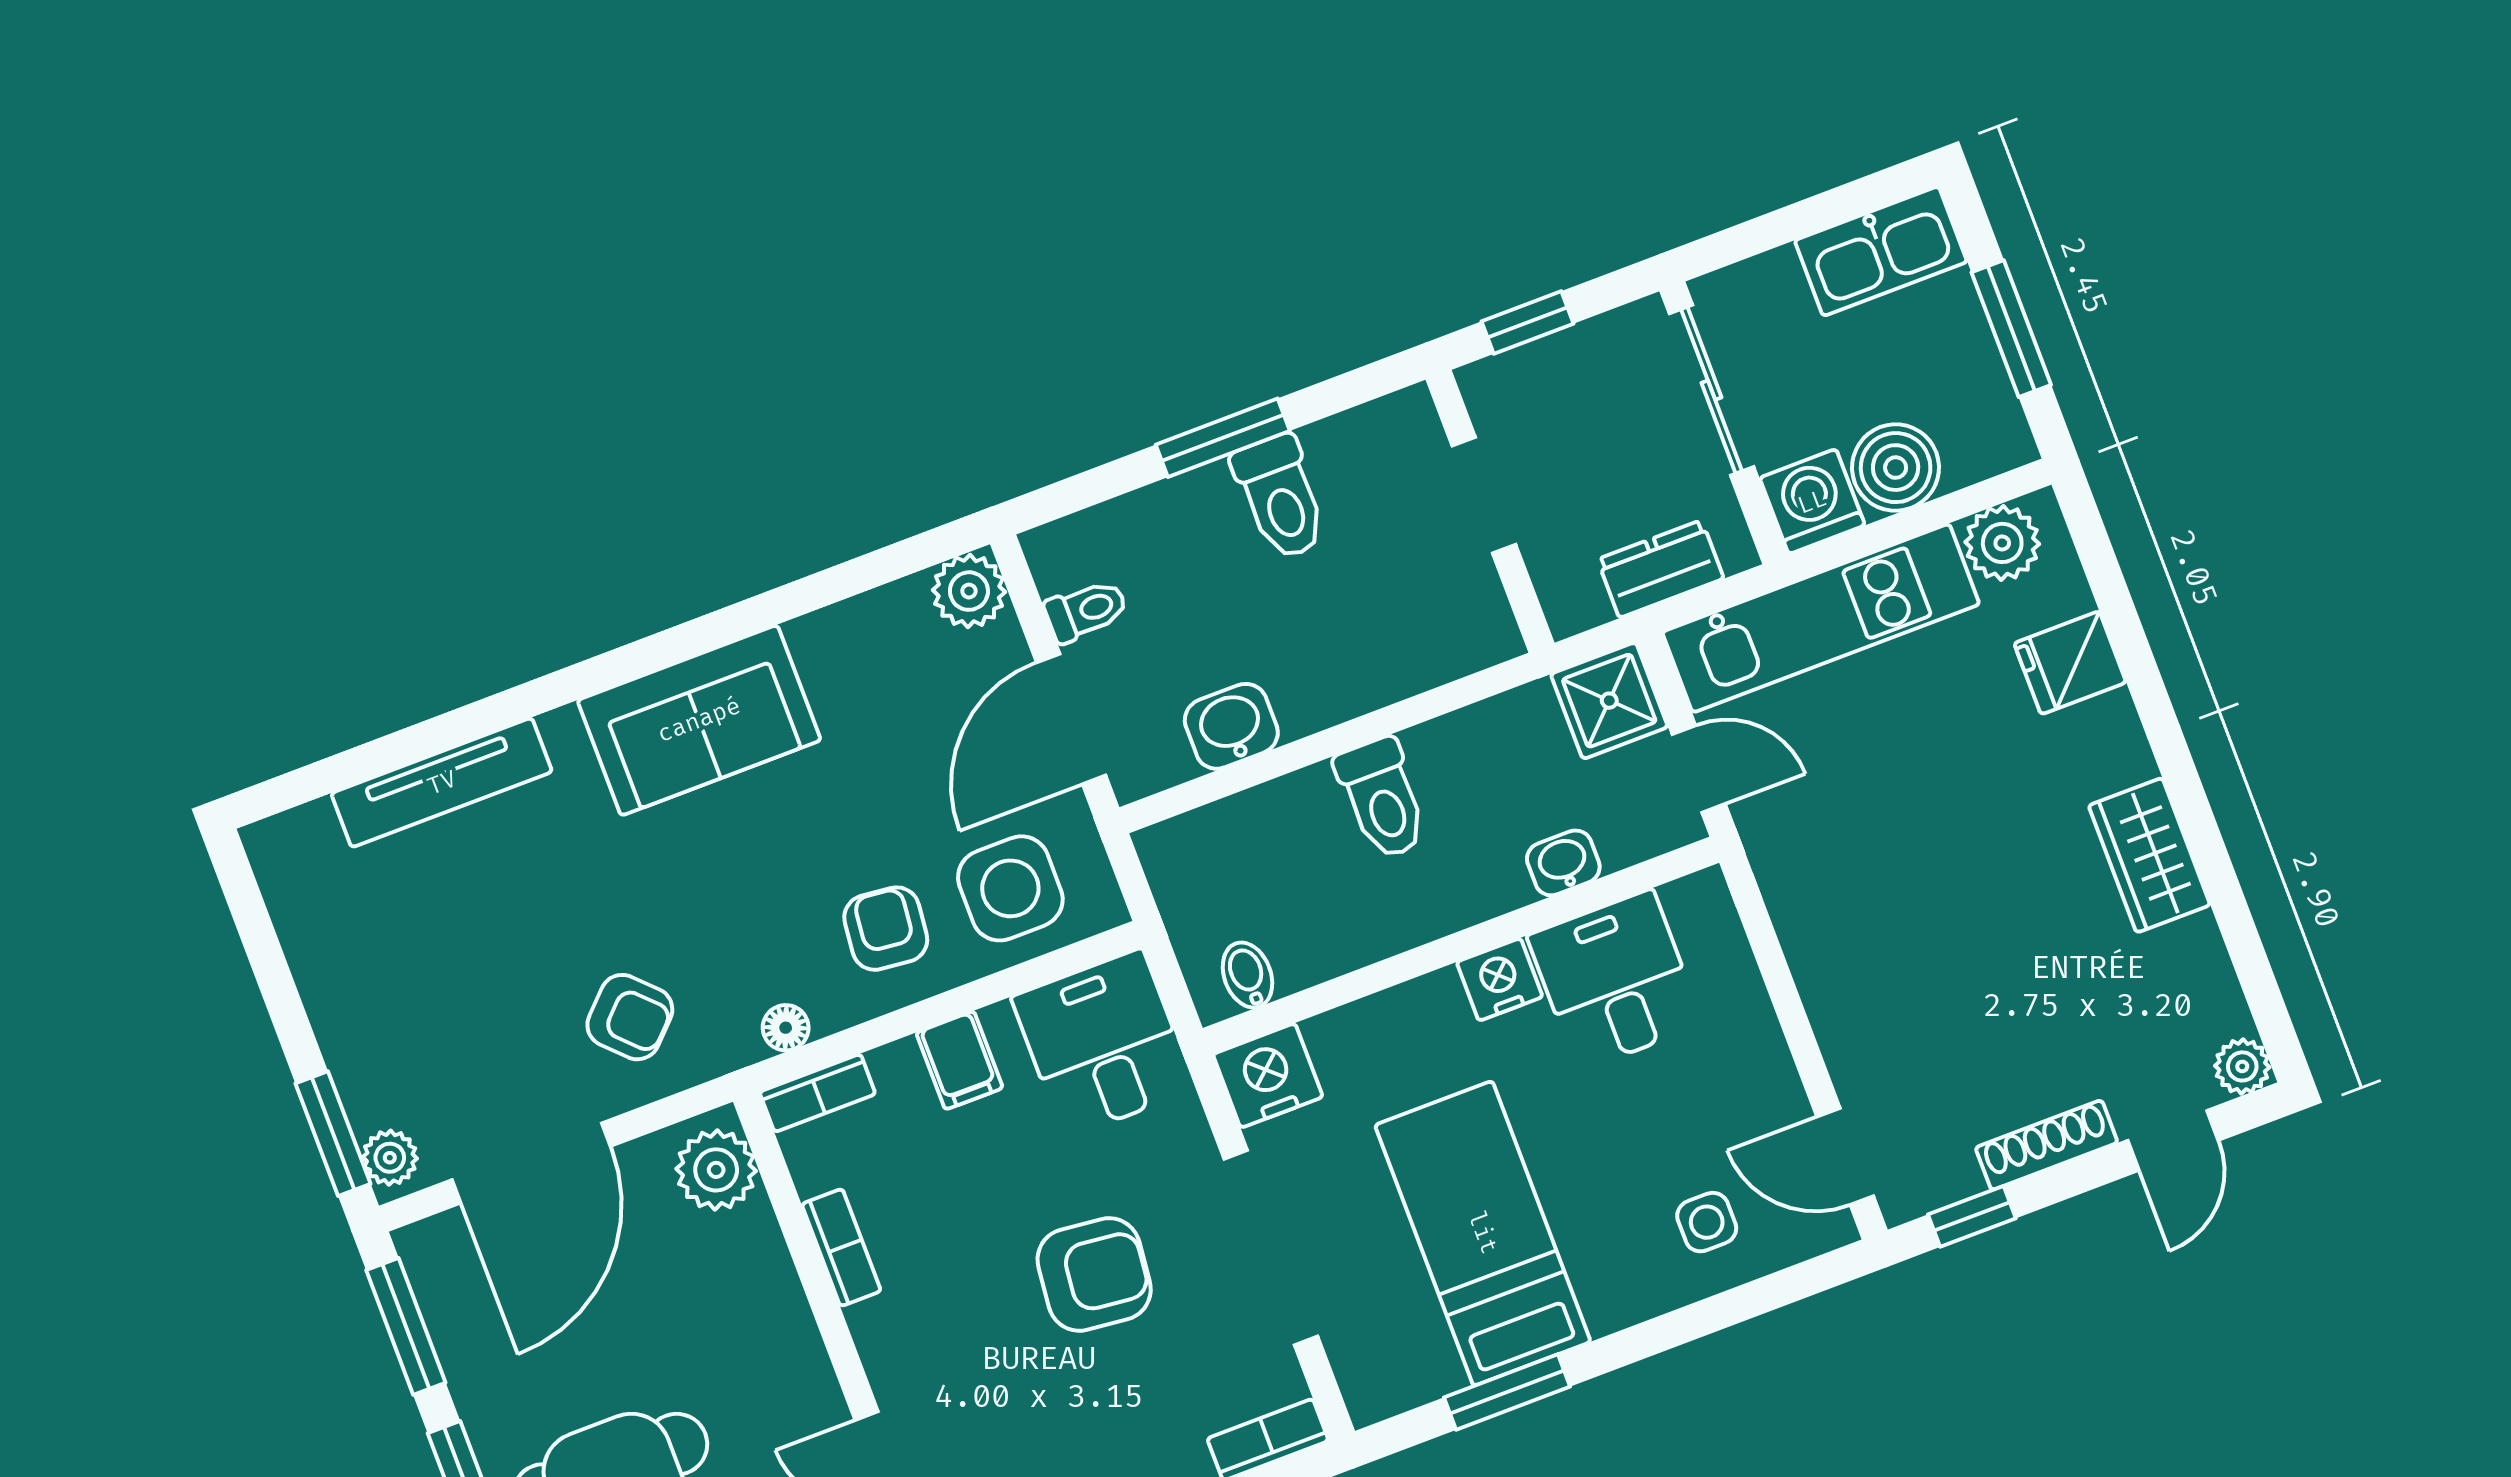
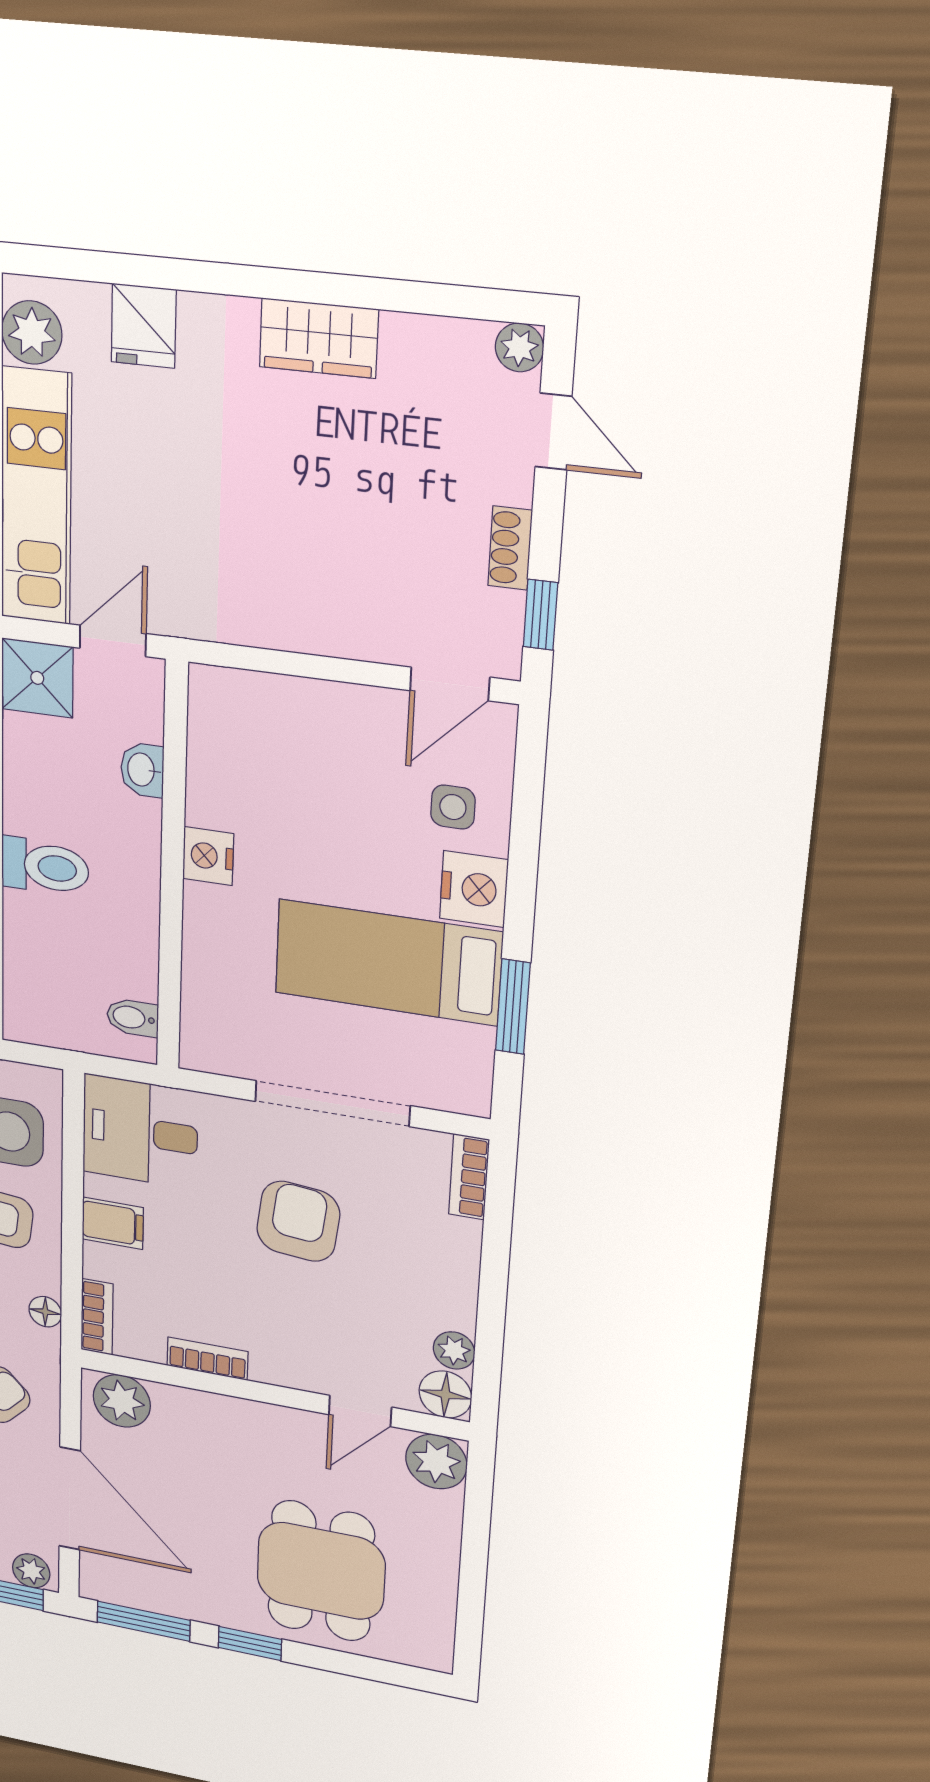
desk: (1615, 980) -> (243, 778), removed
nightstand: (1268, 1076) -> (474, 889), moved, turned 180
shoe rack: (2047, 1145) -> (510, 548), width x0.70

